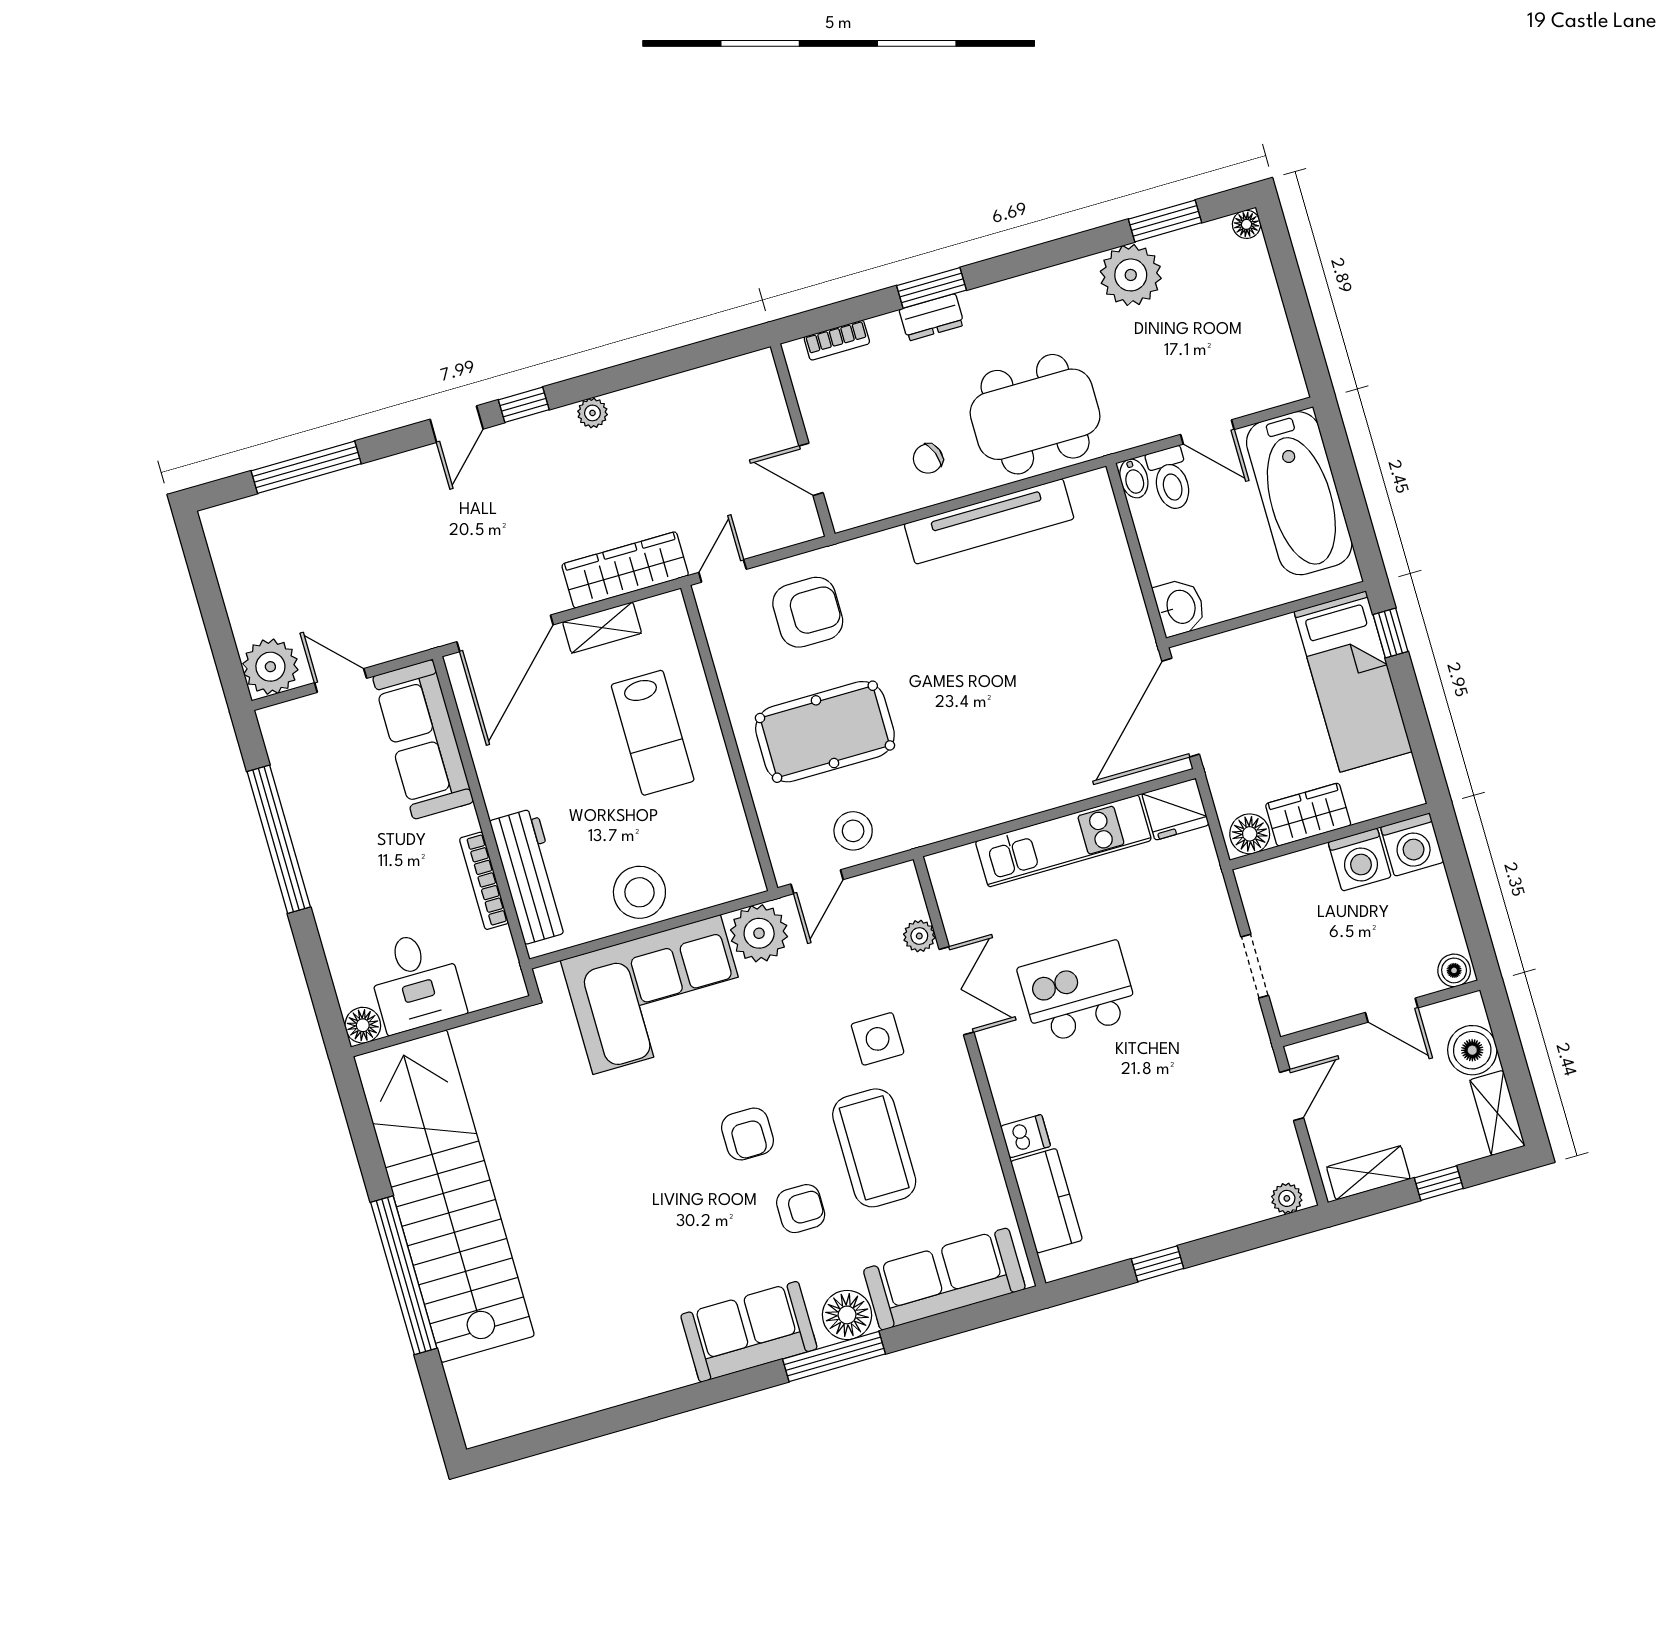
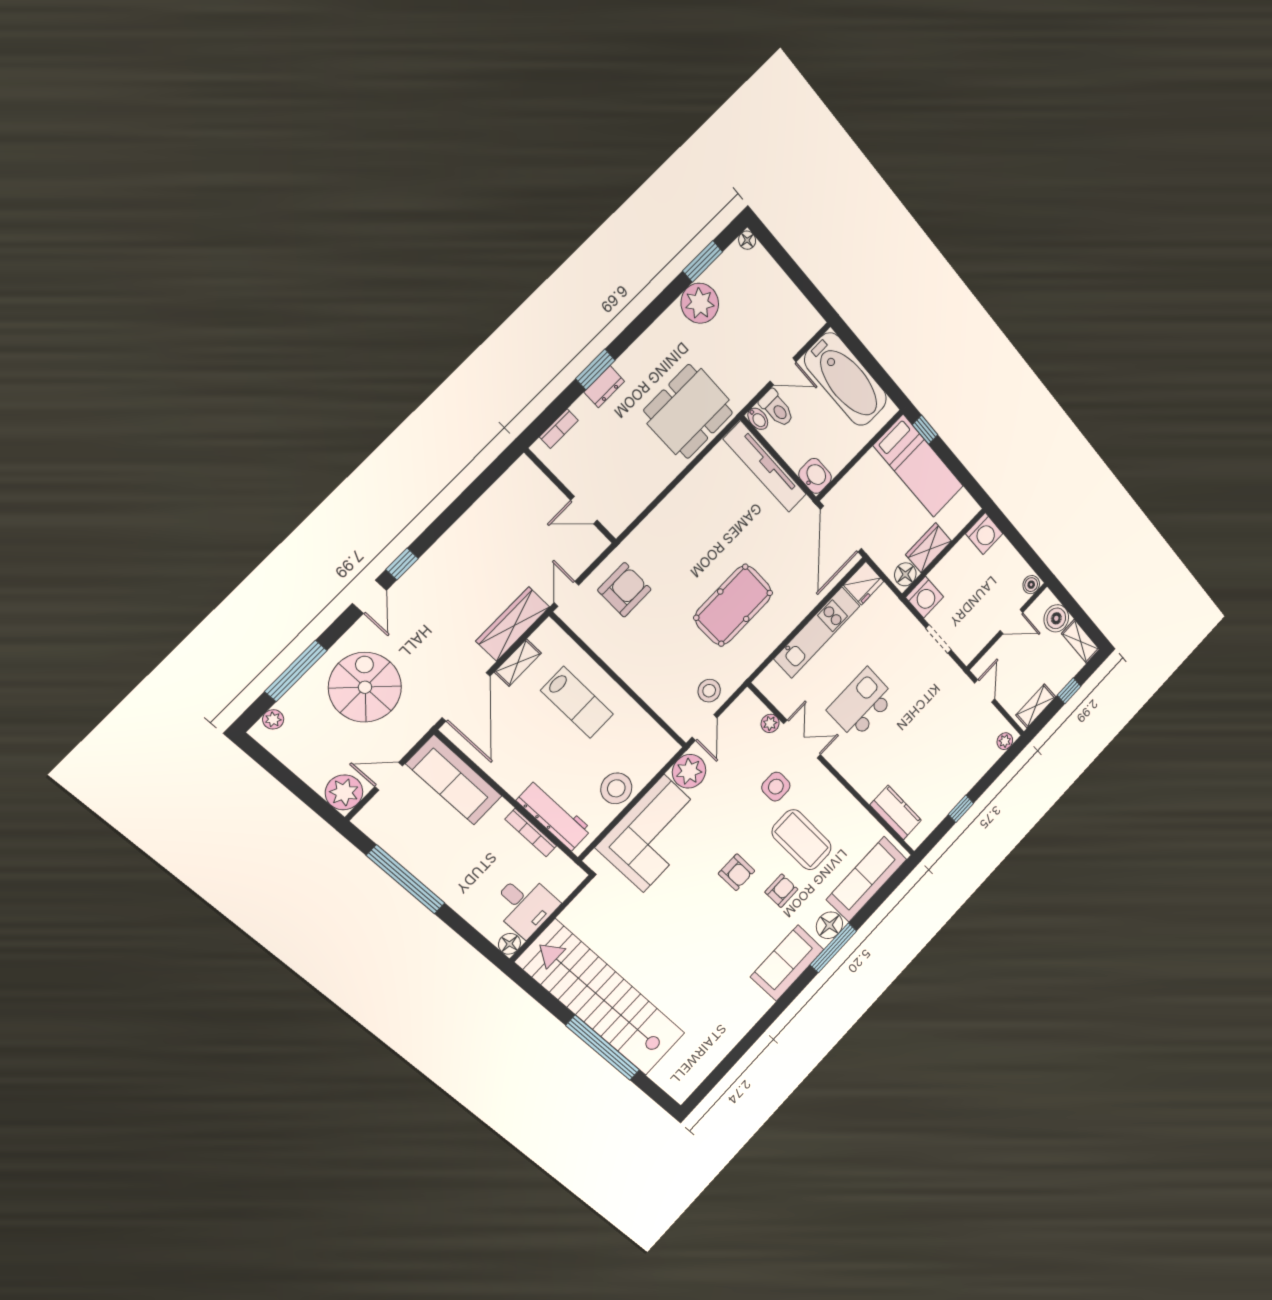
plant: (592, 413) -> (273, 719), moved
chair: (928, 459) -> (644, 469), removed
tv unit: (989, 521) -> (765, 467), moved, turned 90
spiral stairs: (381, 541) -> (365, 687), added
pool table: (825, 732) -> (733, 605), moved
washing machine: (1360, 860) -> (924, 597), moved
dishwasher: (1025, 1136) -> (871, 788), removed

